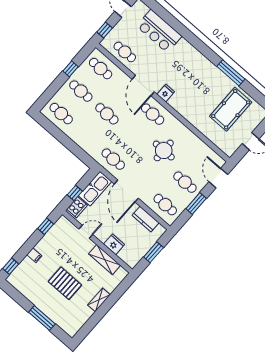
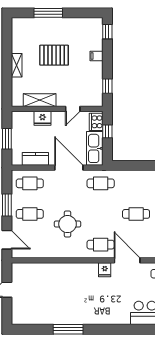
pool table: (231, 109) -> (44, 301), removed

